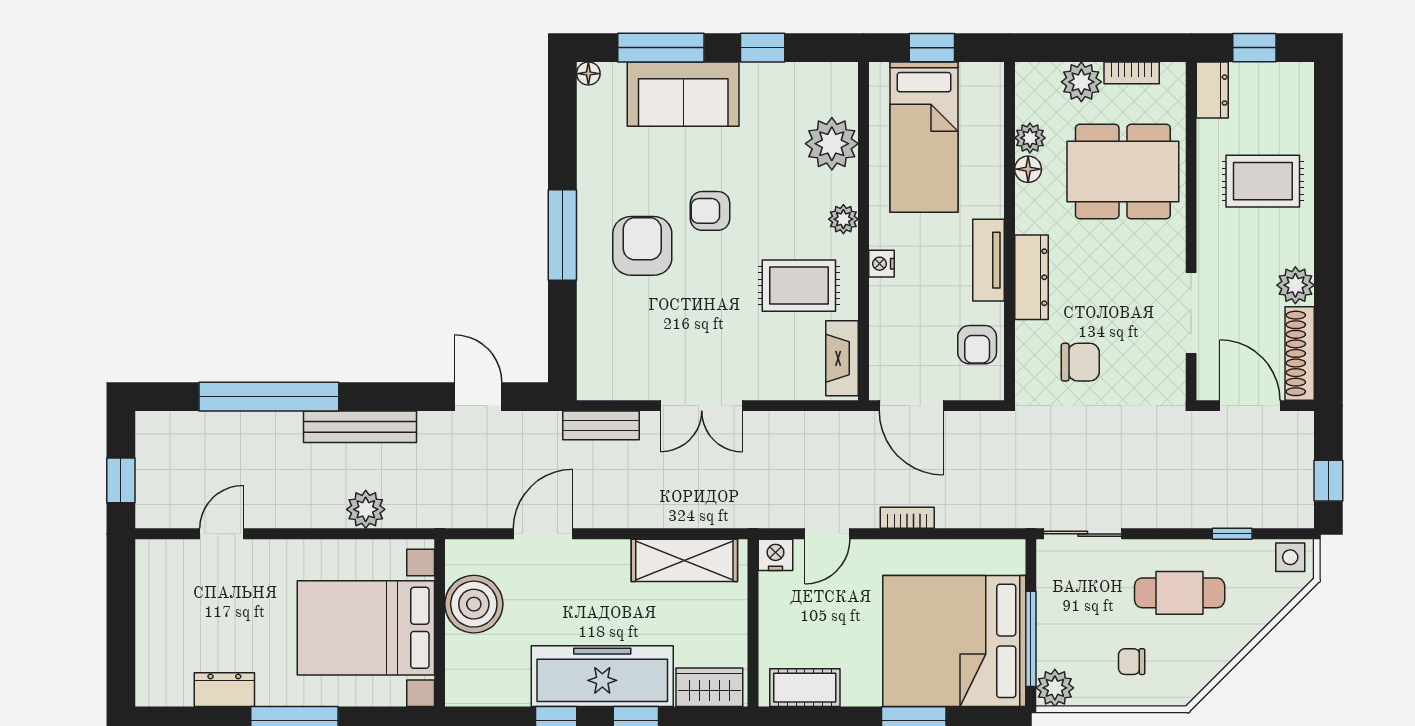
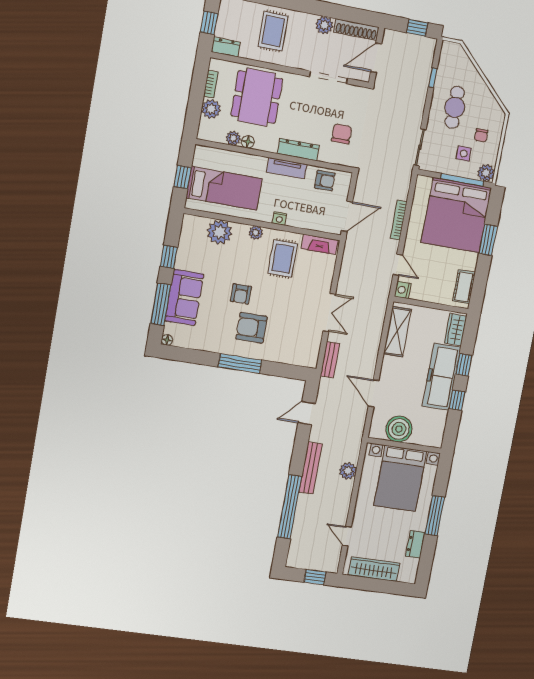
bookcase: (907, 518) -> (399, 220), width x1.56
side table: (1290, 557) -> (464, 154), moved
wardrobe: (156, 608) -> (374, 569), added

